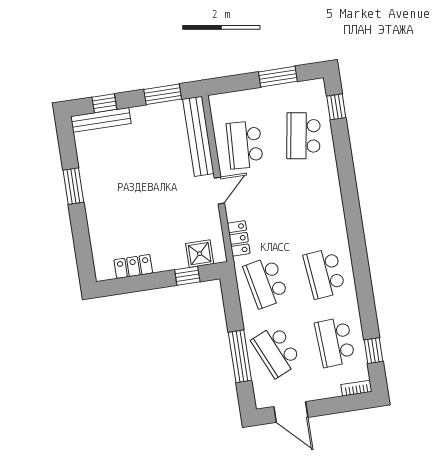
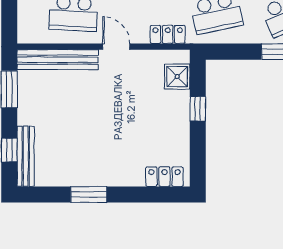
locker: (133, 266) -> (164, 177), moved, turned 90
window: (187, 276) -> (198, 109), moved

